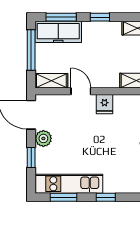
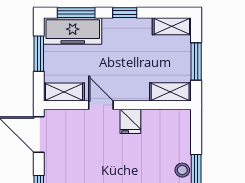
window: (31, 50) -> (39, 54), width x0.69
plant: (43, 138) -> (54, 164), removed

